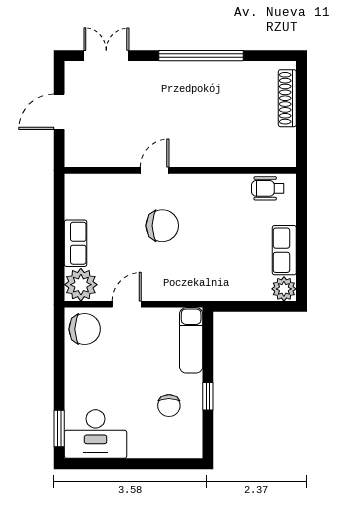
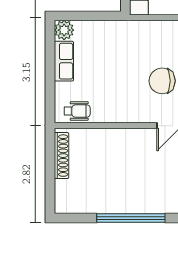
shoe rack: (287, 98) -> (61, 156), moved

